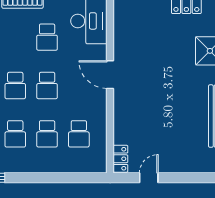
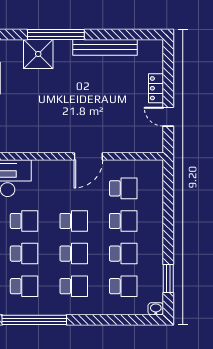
school desk: (15, 37) -> (24, 254), added
door: (110, 75) -> (88, 156), moved
locker: (120, 159) -> (156, 88), moved, turned -90

